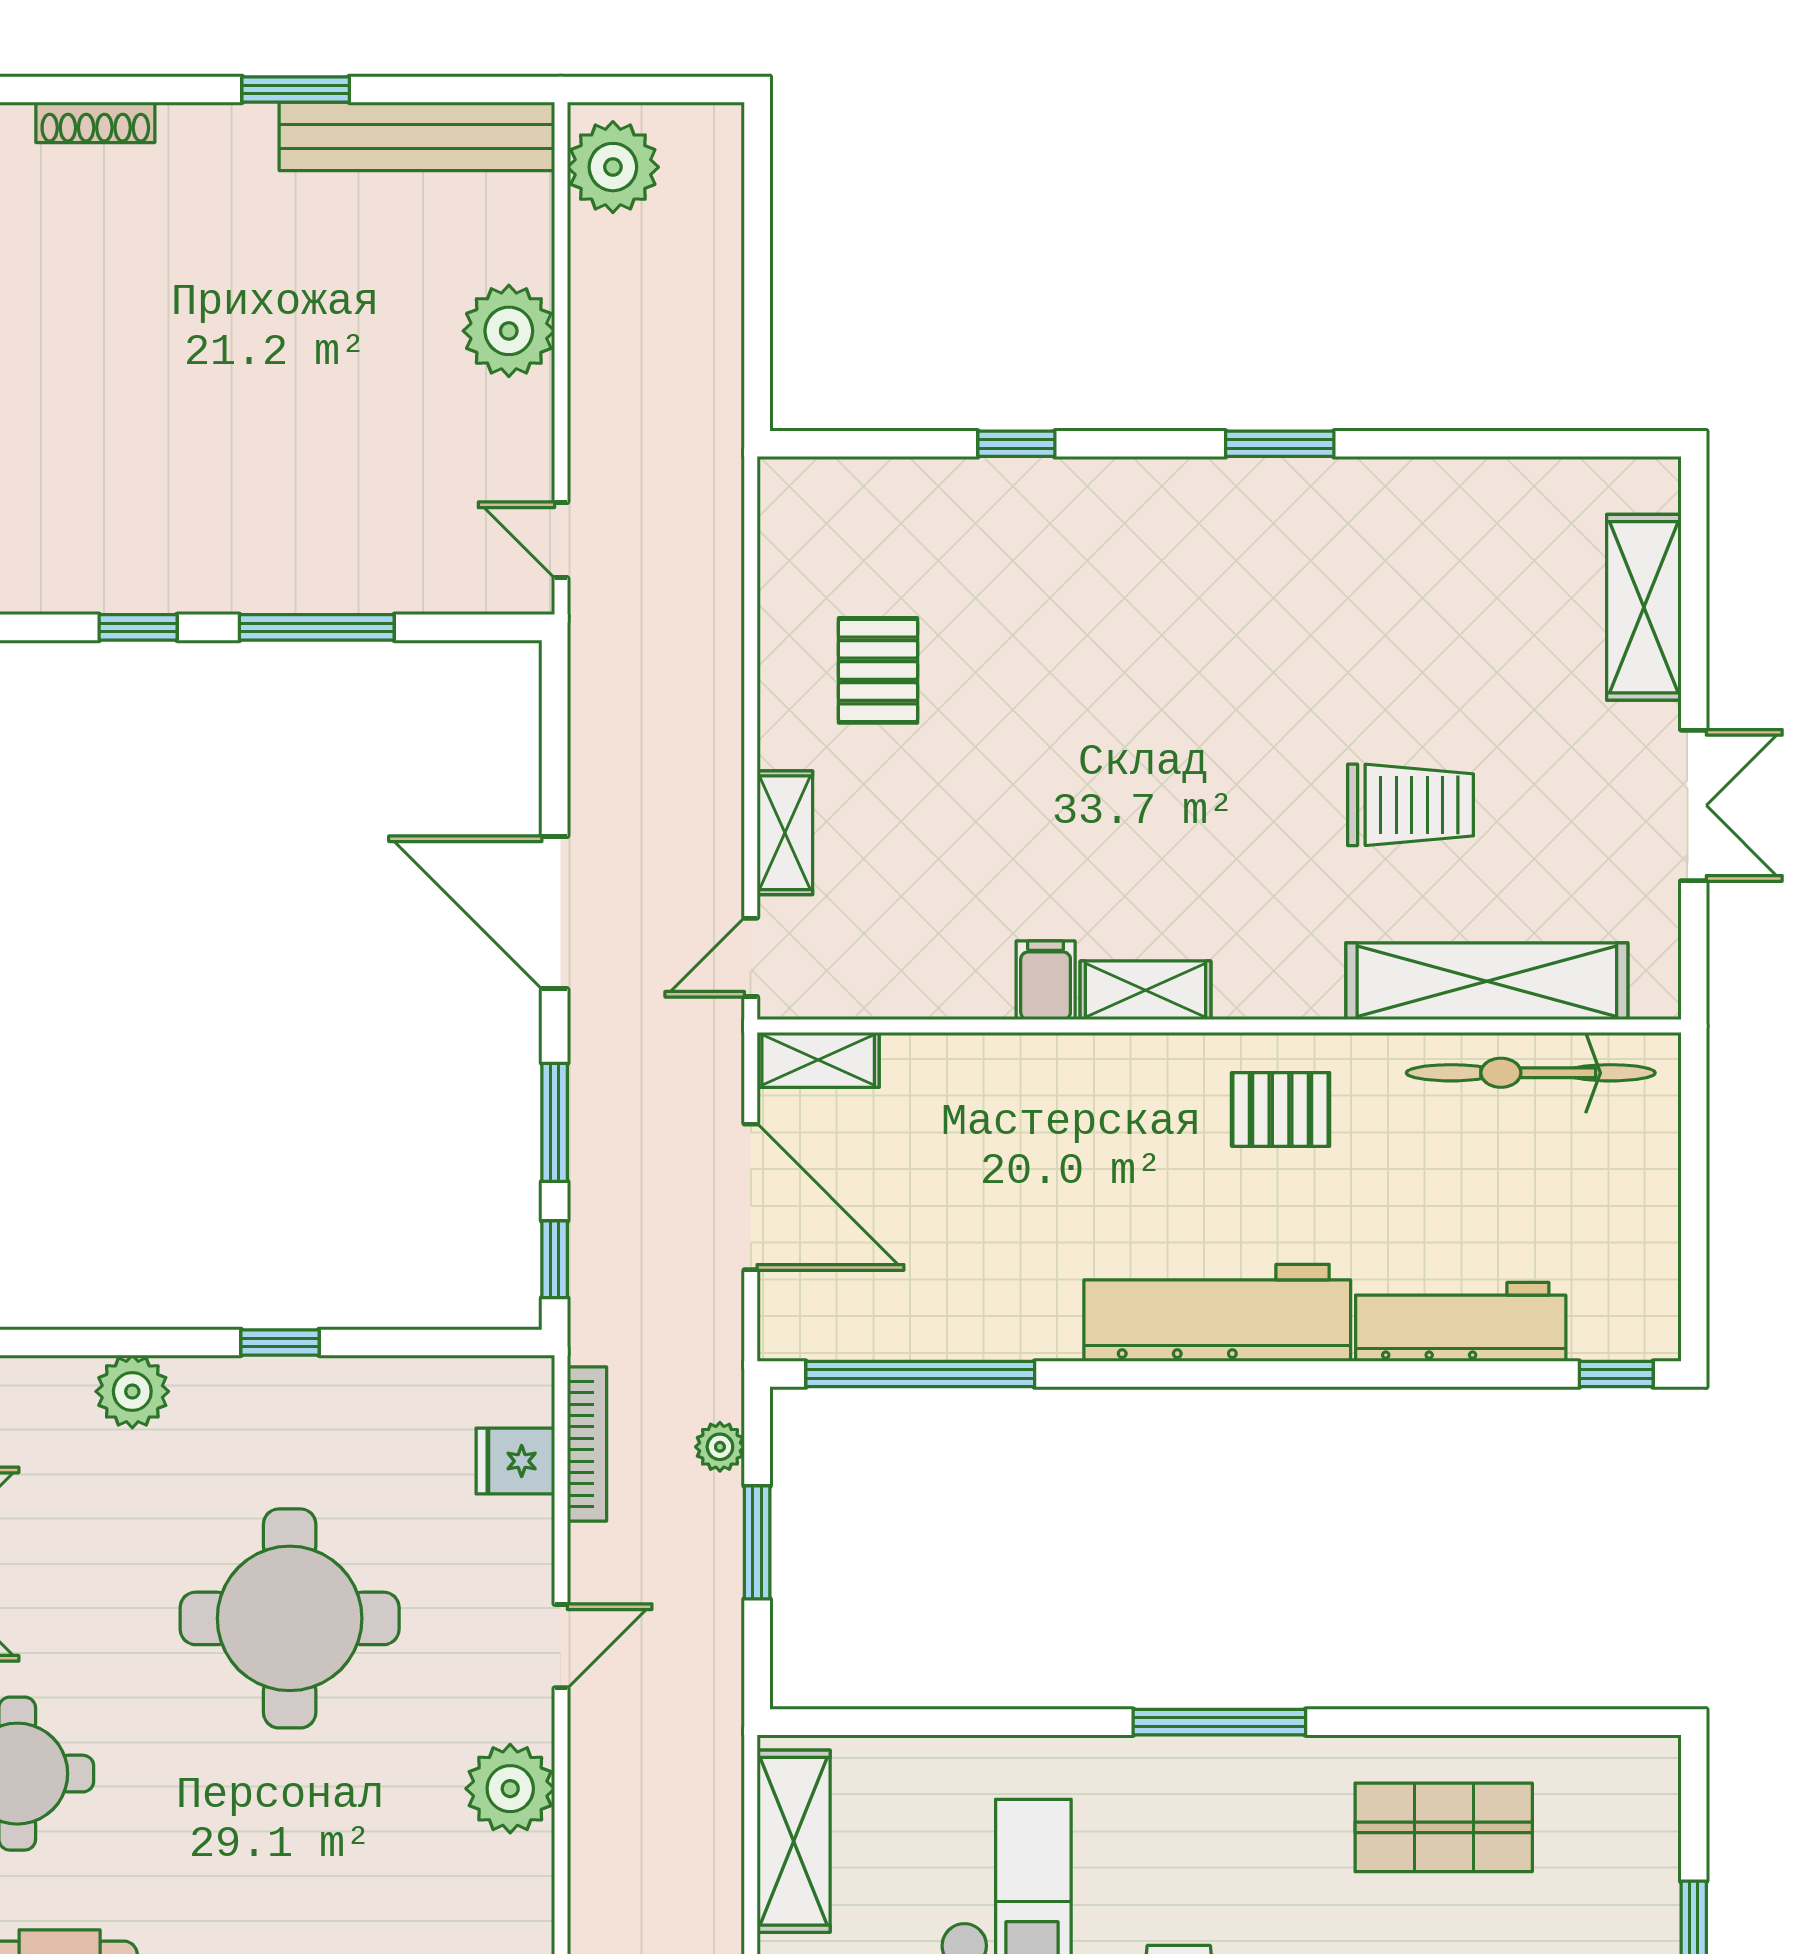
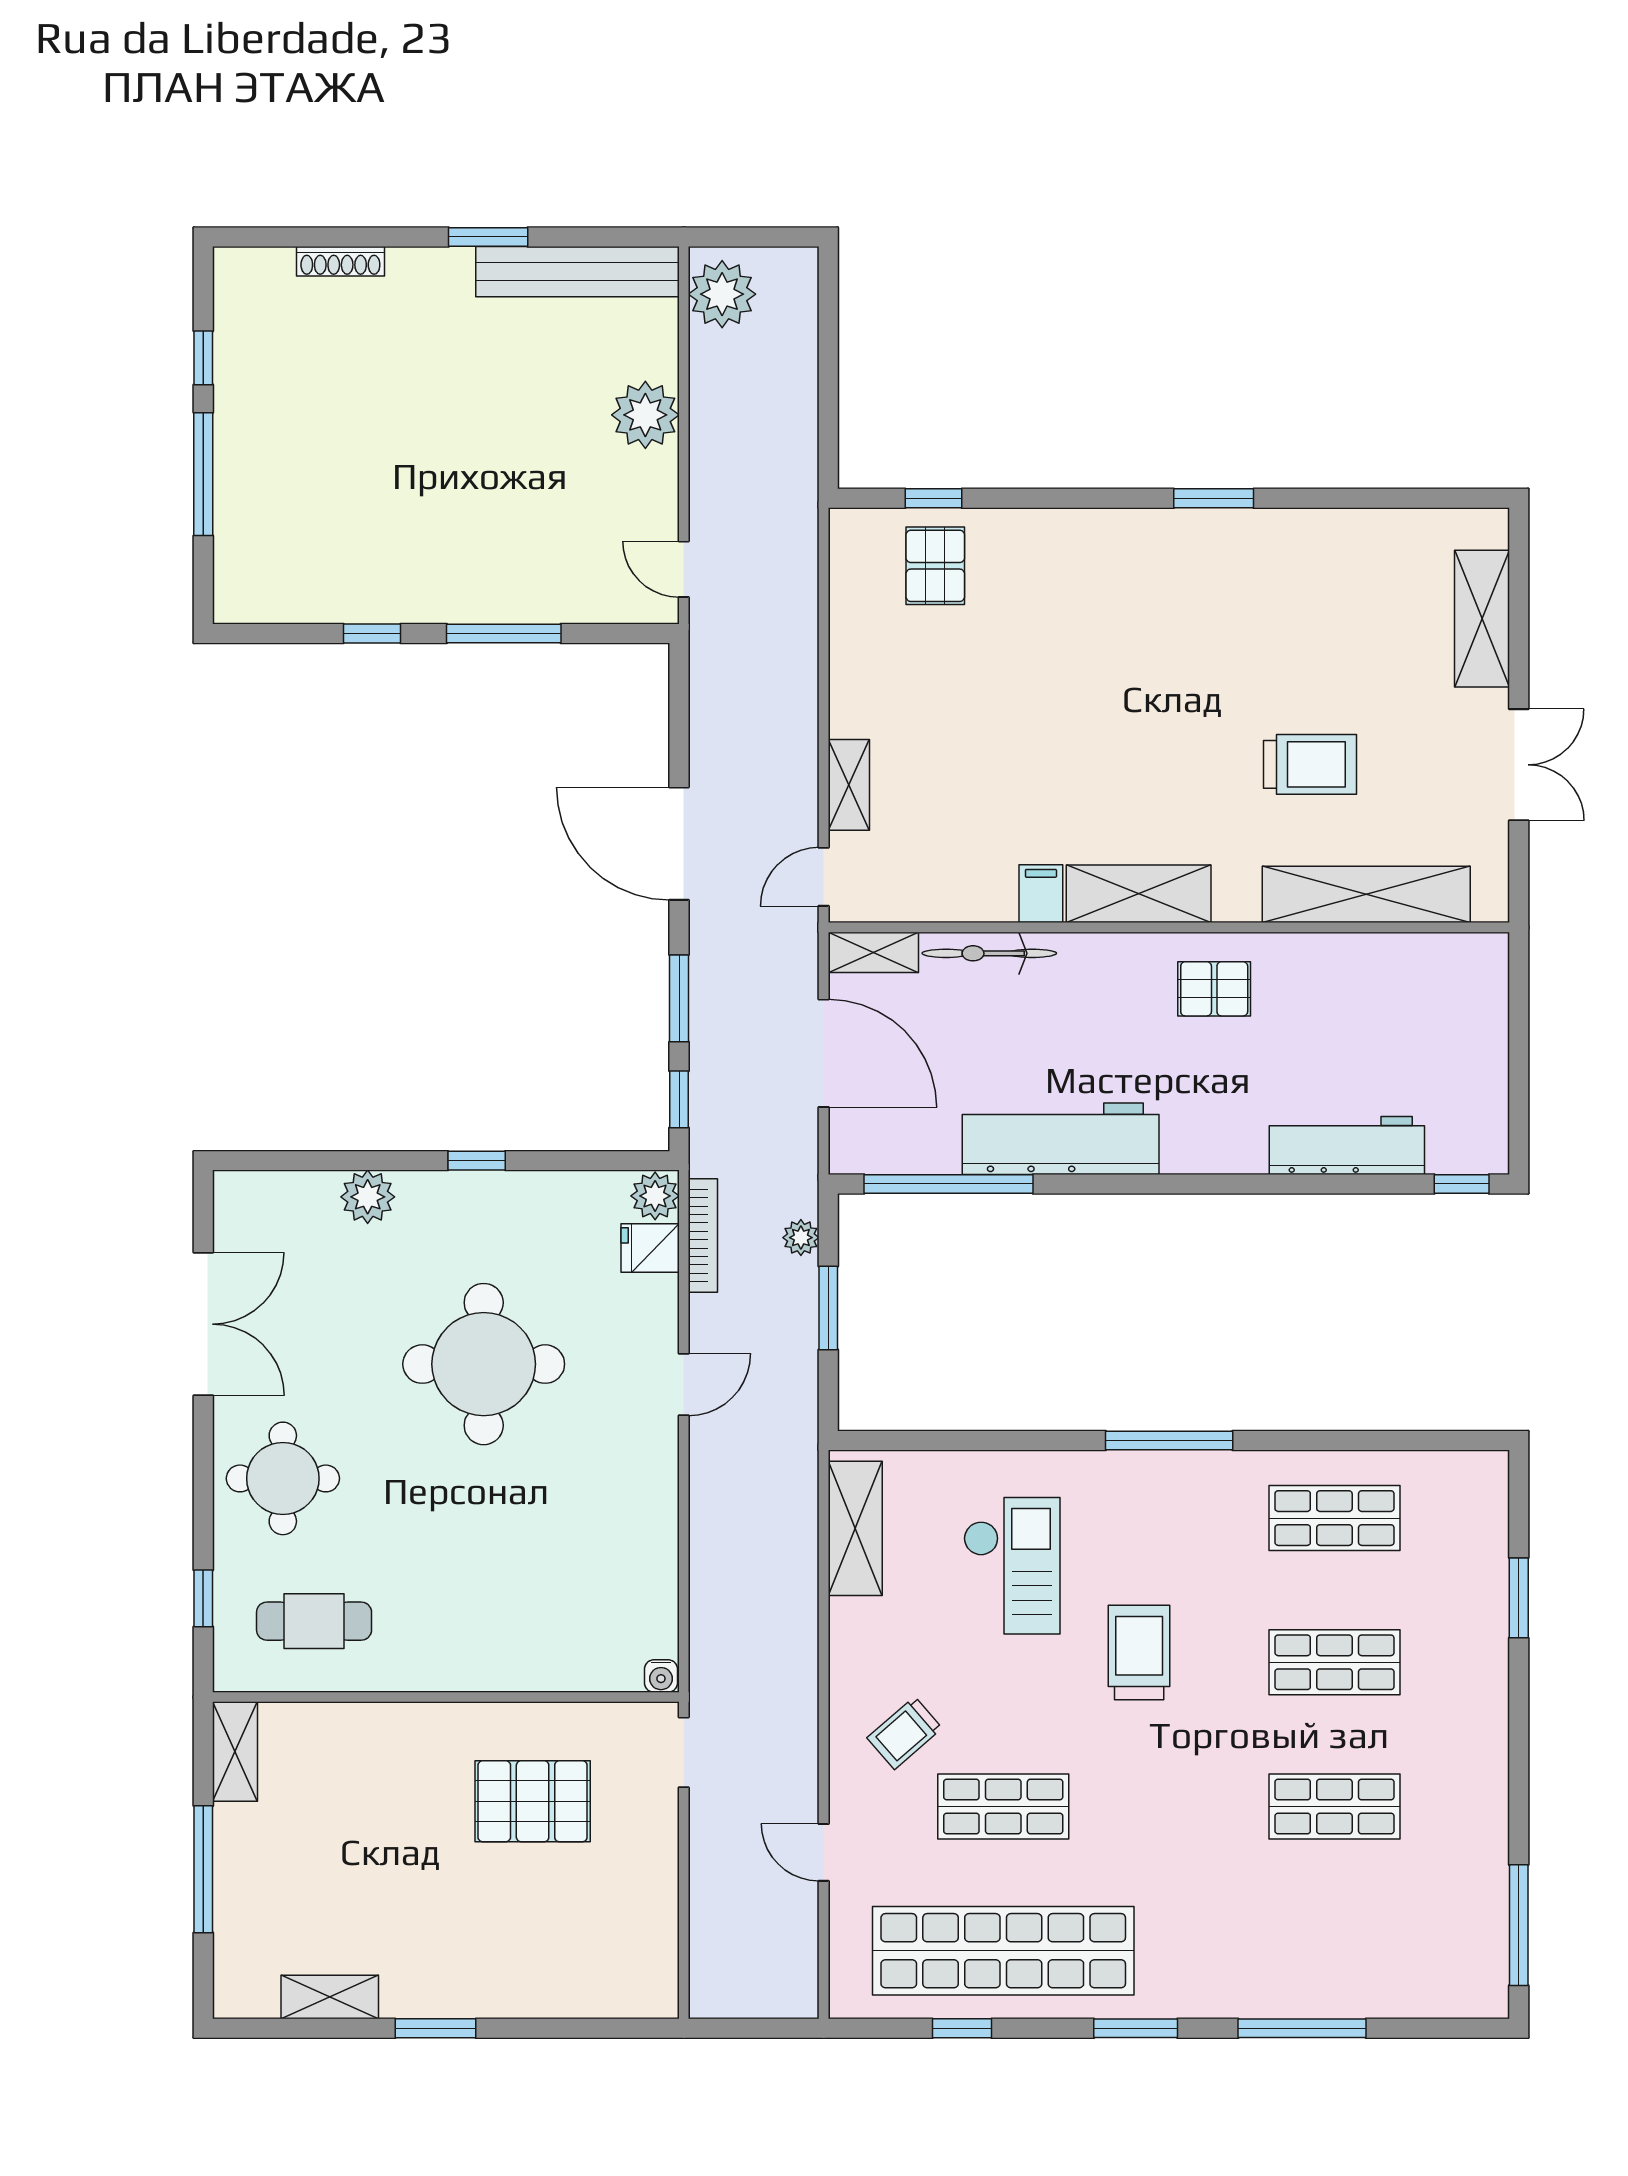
window: (1016, 444) -> (934, 498), moved
pallet: (878, 670) -> (935, 566), moved
shelving: (1145, 990) -> (1139, 894), width x1.50, depth x1.33
bicycle: (1531, 1073) -> (989, 953), moved, width x0.73, depth x0.71
workbench: (1217, 1313) -> (1061, 1139), moved
plant: (510, 1789) -> (655, 1196), moved, width x0.73, depth x0.73

